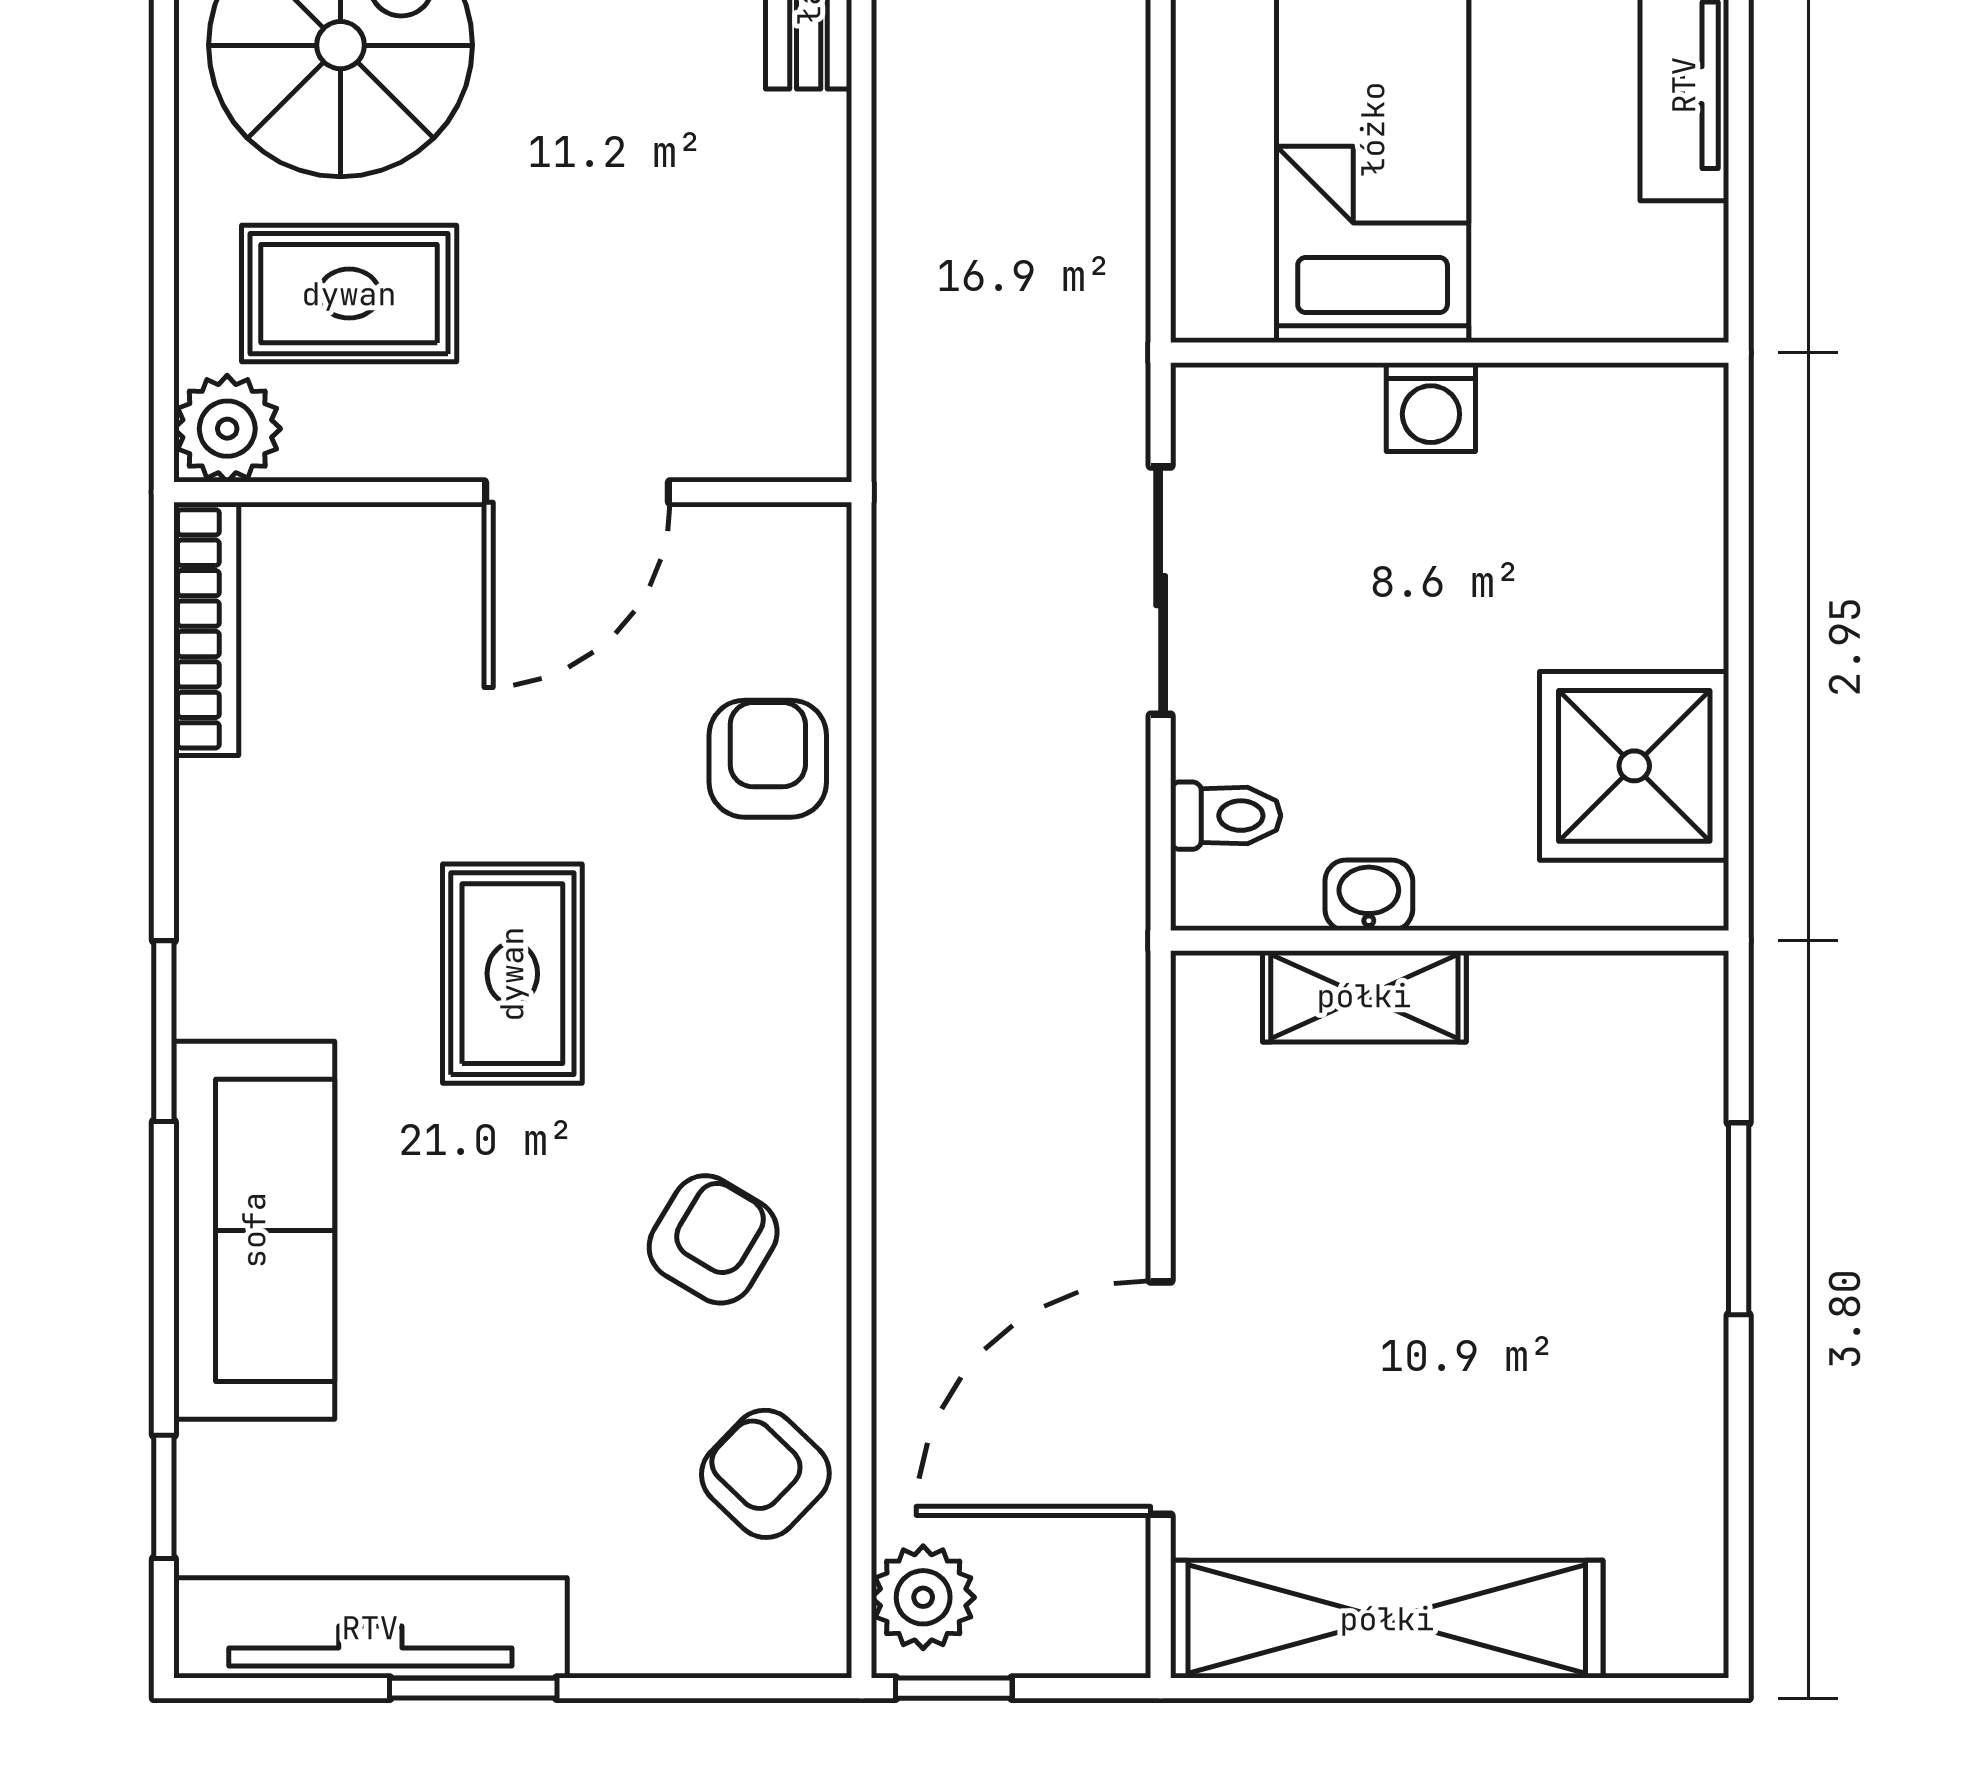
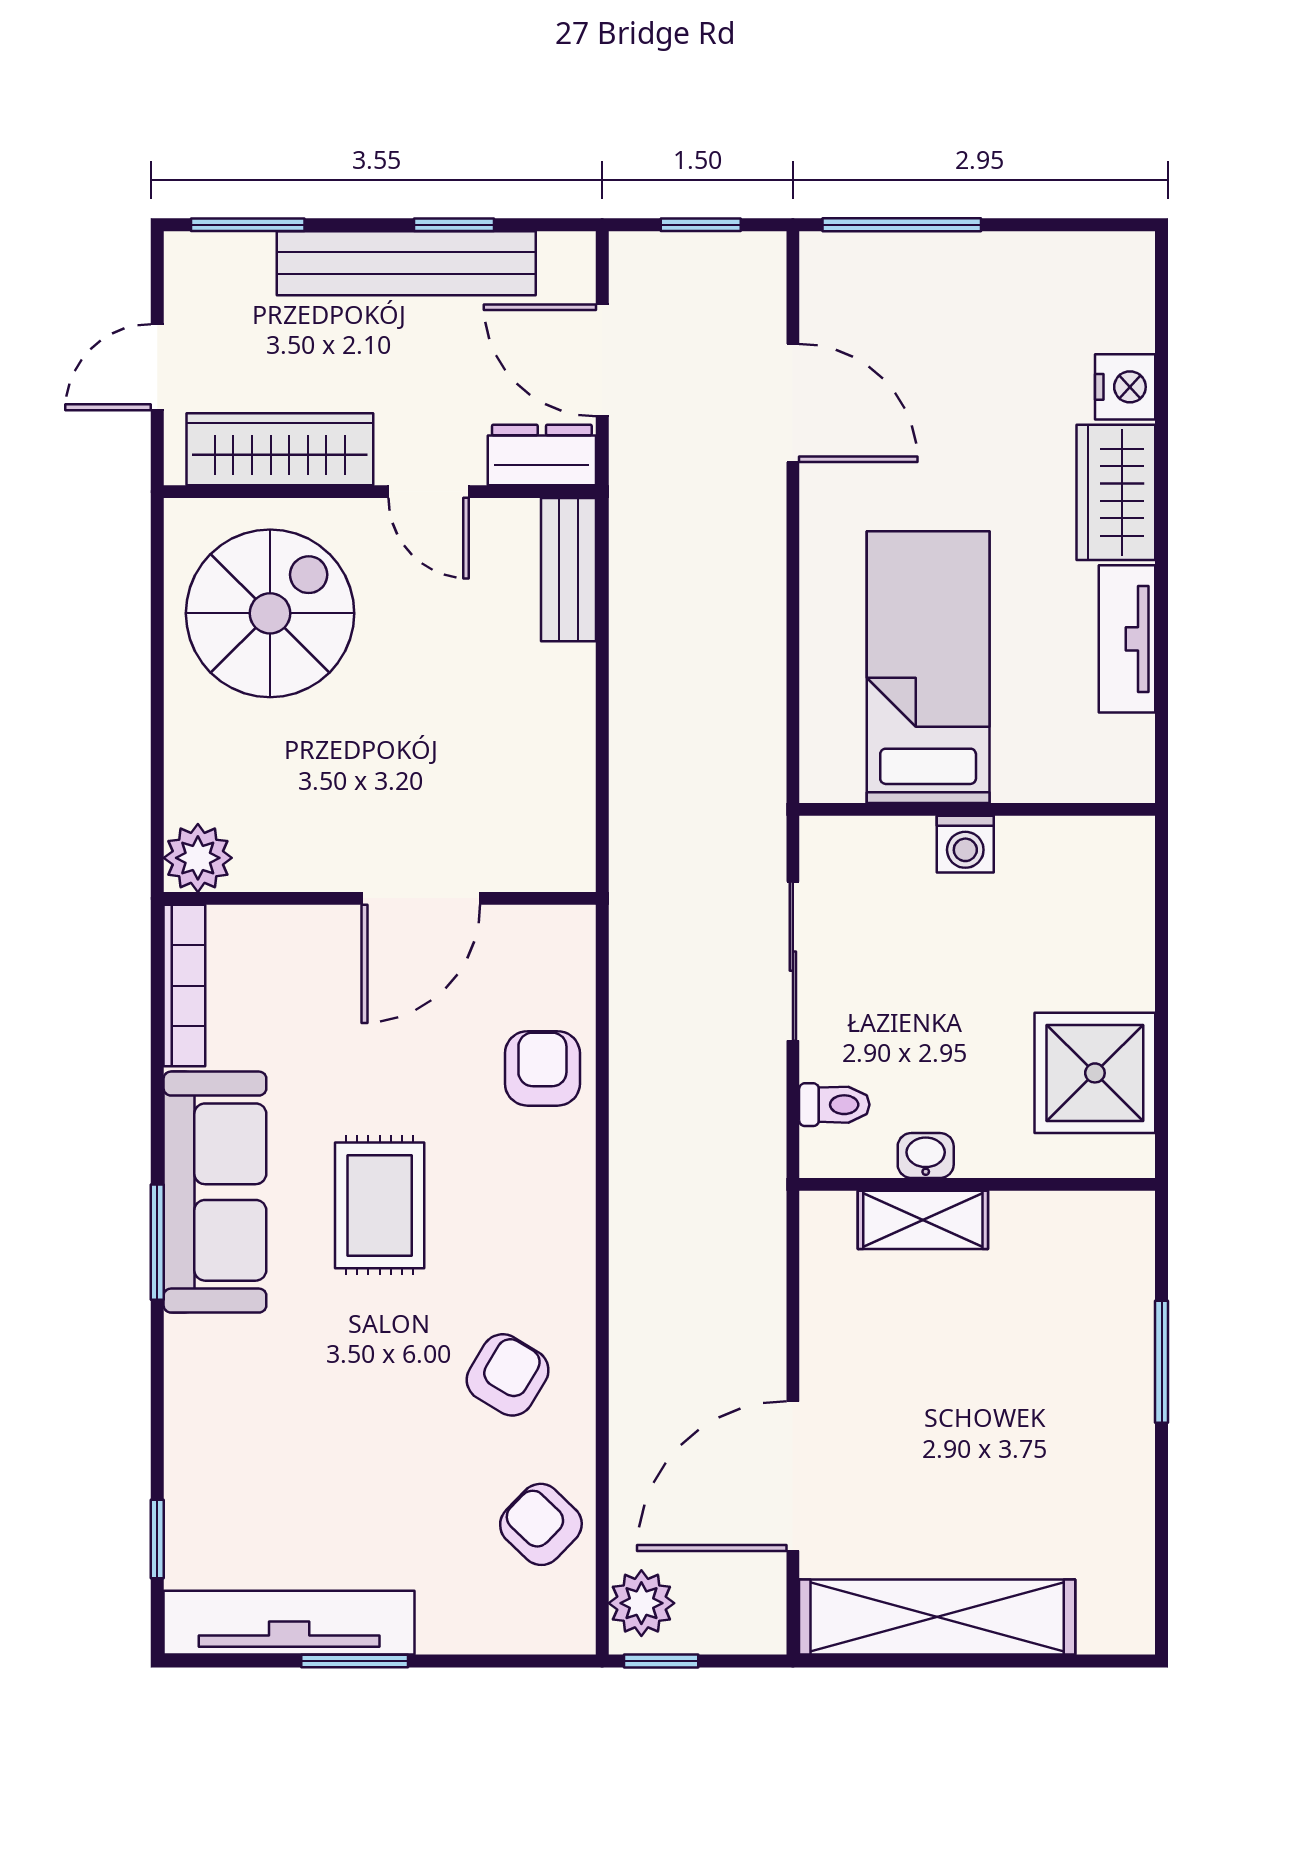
rug: (349, 294) -> (275, 772), removed
sofa: (254, 1230) -> (215, 1192), moved

